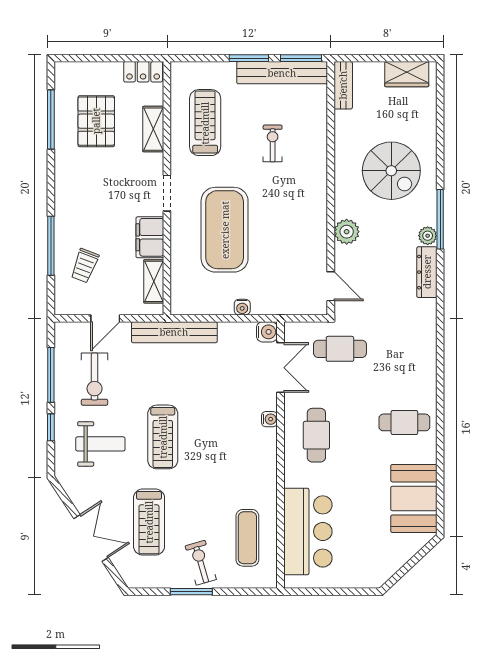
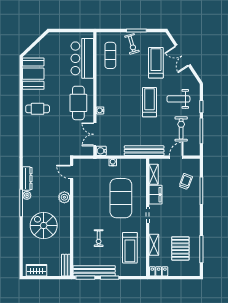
cafe table: (340, 349) -> (67, 143), removed
cafe table: (316, 435) -> (78, 103), width x1.37, depth x1.35

